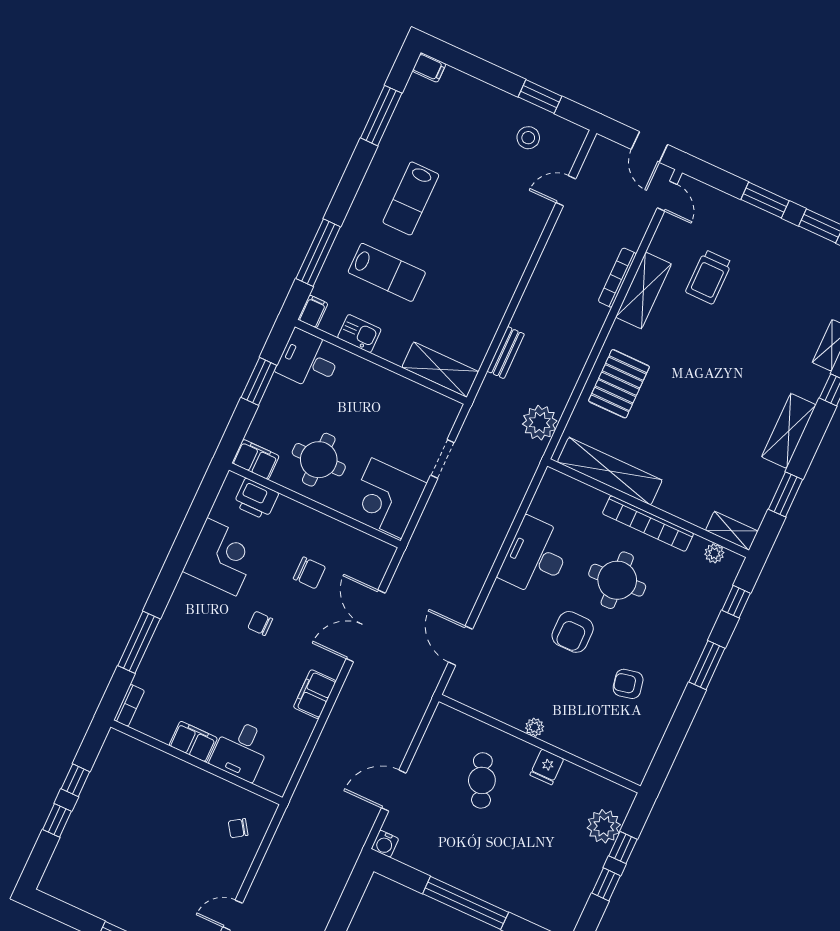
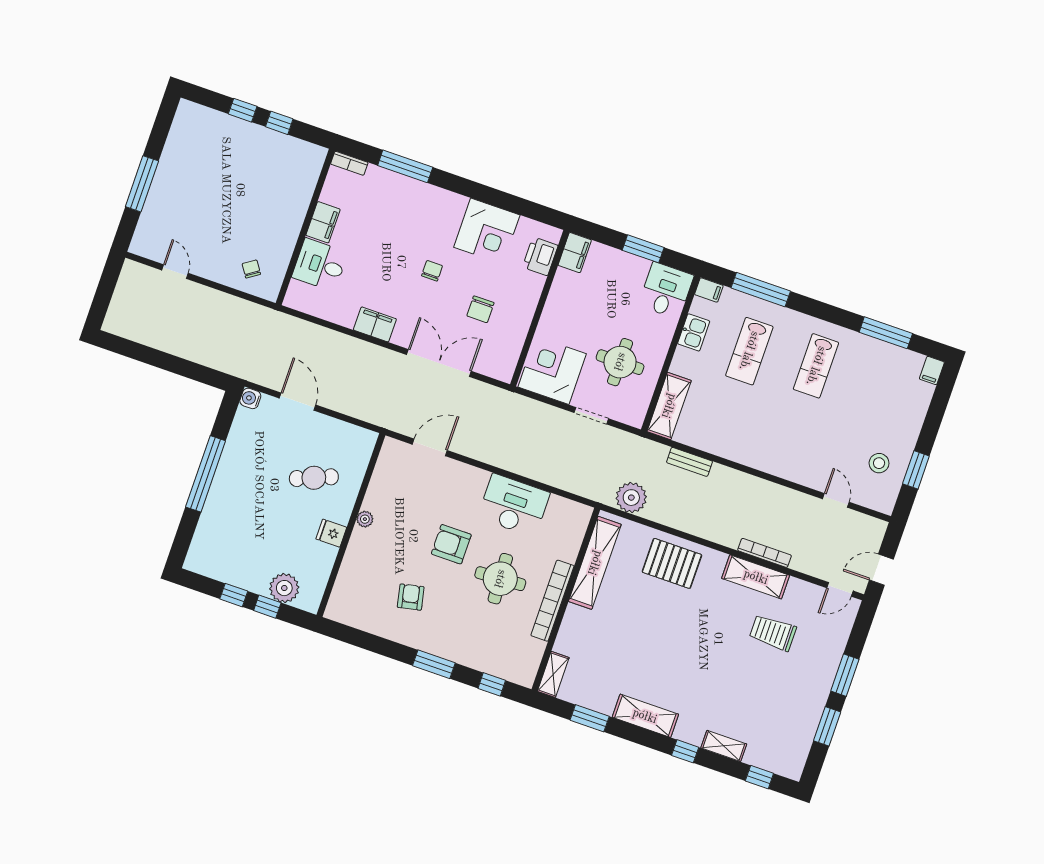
lab bench: (411, 198) -> (816, 366), turned -90
round table: (319, 460) -> (620, 362), moved
plant: (714, 553) -> (532, 661), removed

